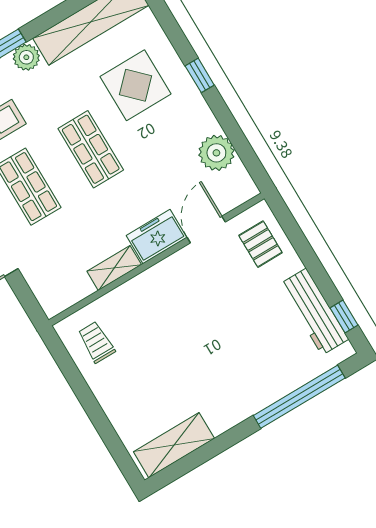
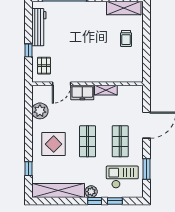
window: (200, 75) -> (29, 169), moved
display table: (136, 85) -> (54, 144), moved
window: (344, 317) -> (29, 50), moved
trolley: (96, 342) -> (126, 38), moved

